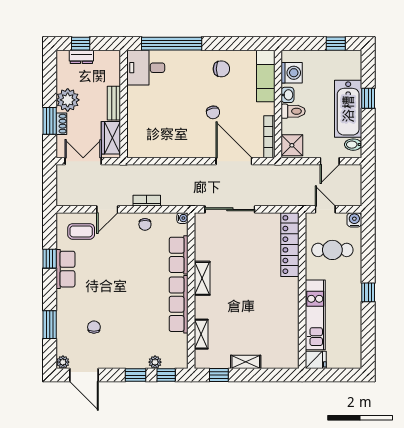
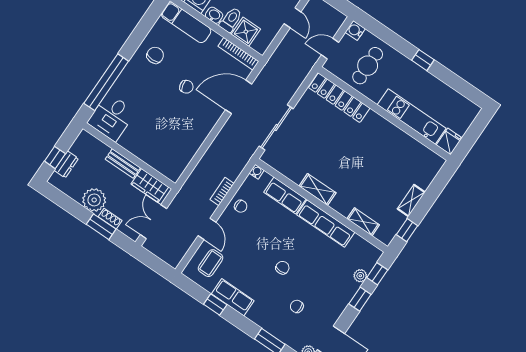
shower: (292, 145) -> (246, 32), moved
chair: (118, 293) -> (282, 268), added

